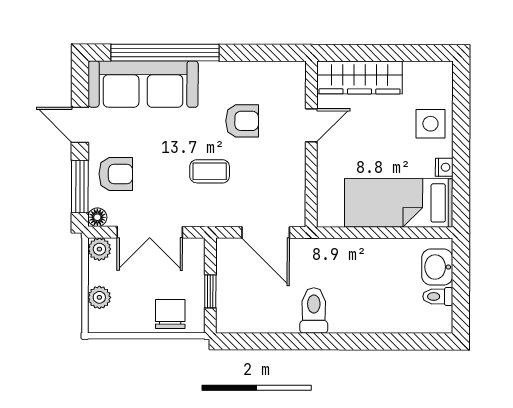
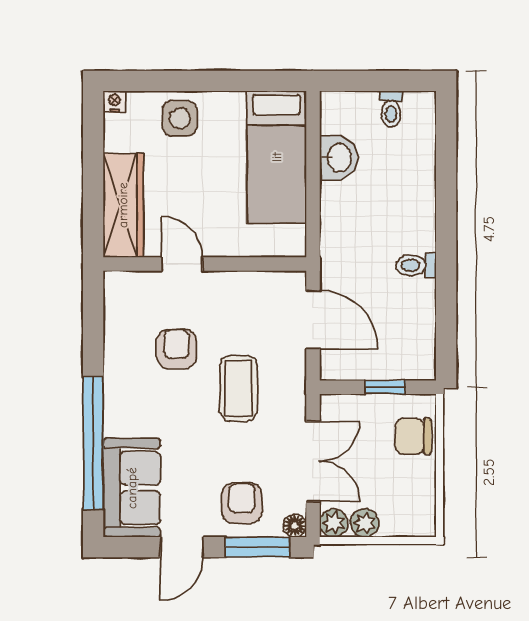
sofa: (143, 84) -> (132, 488), width x0.73
nightstand: (444, 167) -> (114, 101), moved
coffee table: (210, 171) -> (238, 388), width x1.36, depth x1.30
door: (266, 232) -> (313, 320), hinge flipped
washbasin: (437, 267) -> (338, 158), moved, turned -90
plant: (99, 297) -> (365, 523), moved
toilet: (314, 310) -> (416, 265), width x0.73, depth x0.72

